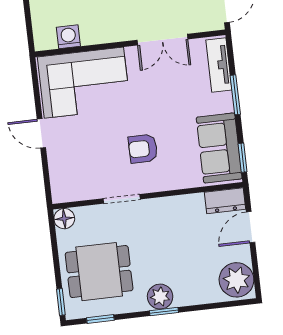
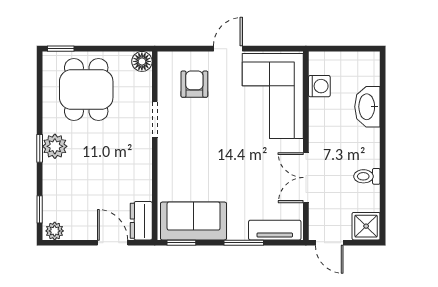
armchair: (143, 149) -> (194, 84), moved
plant: (236, 280) -> (55, 231), width x0.53, depth x0.53
window: (100, 319) -> (40, 209), moved

